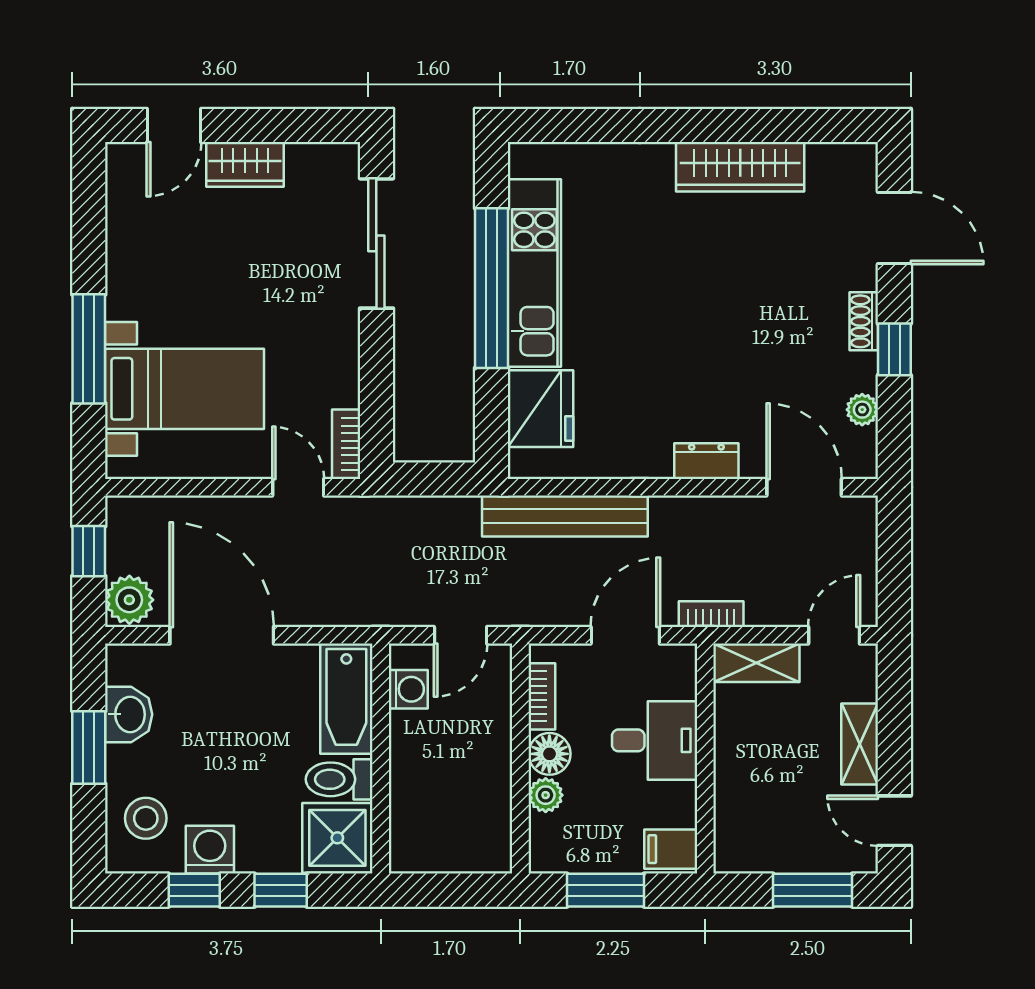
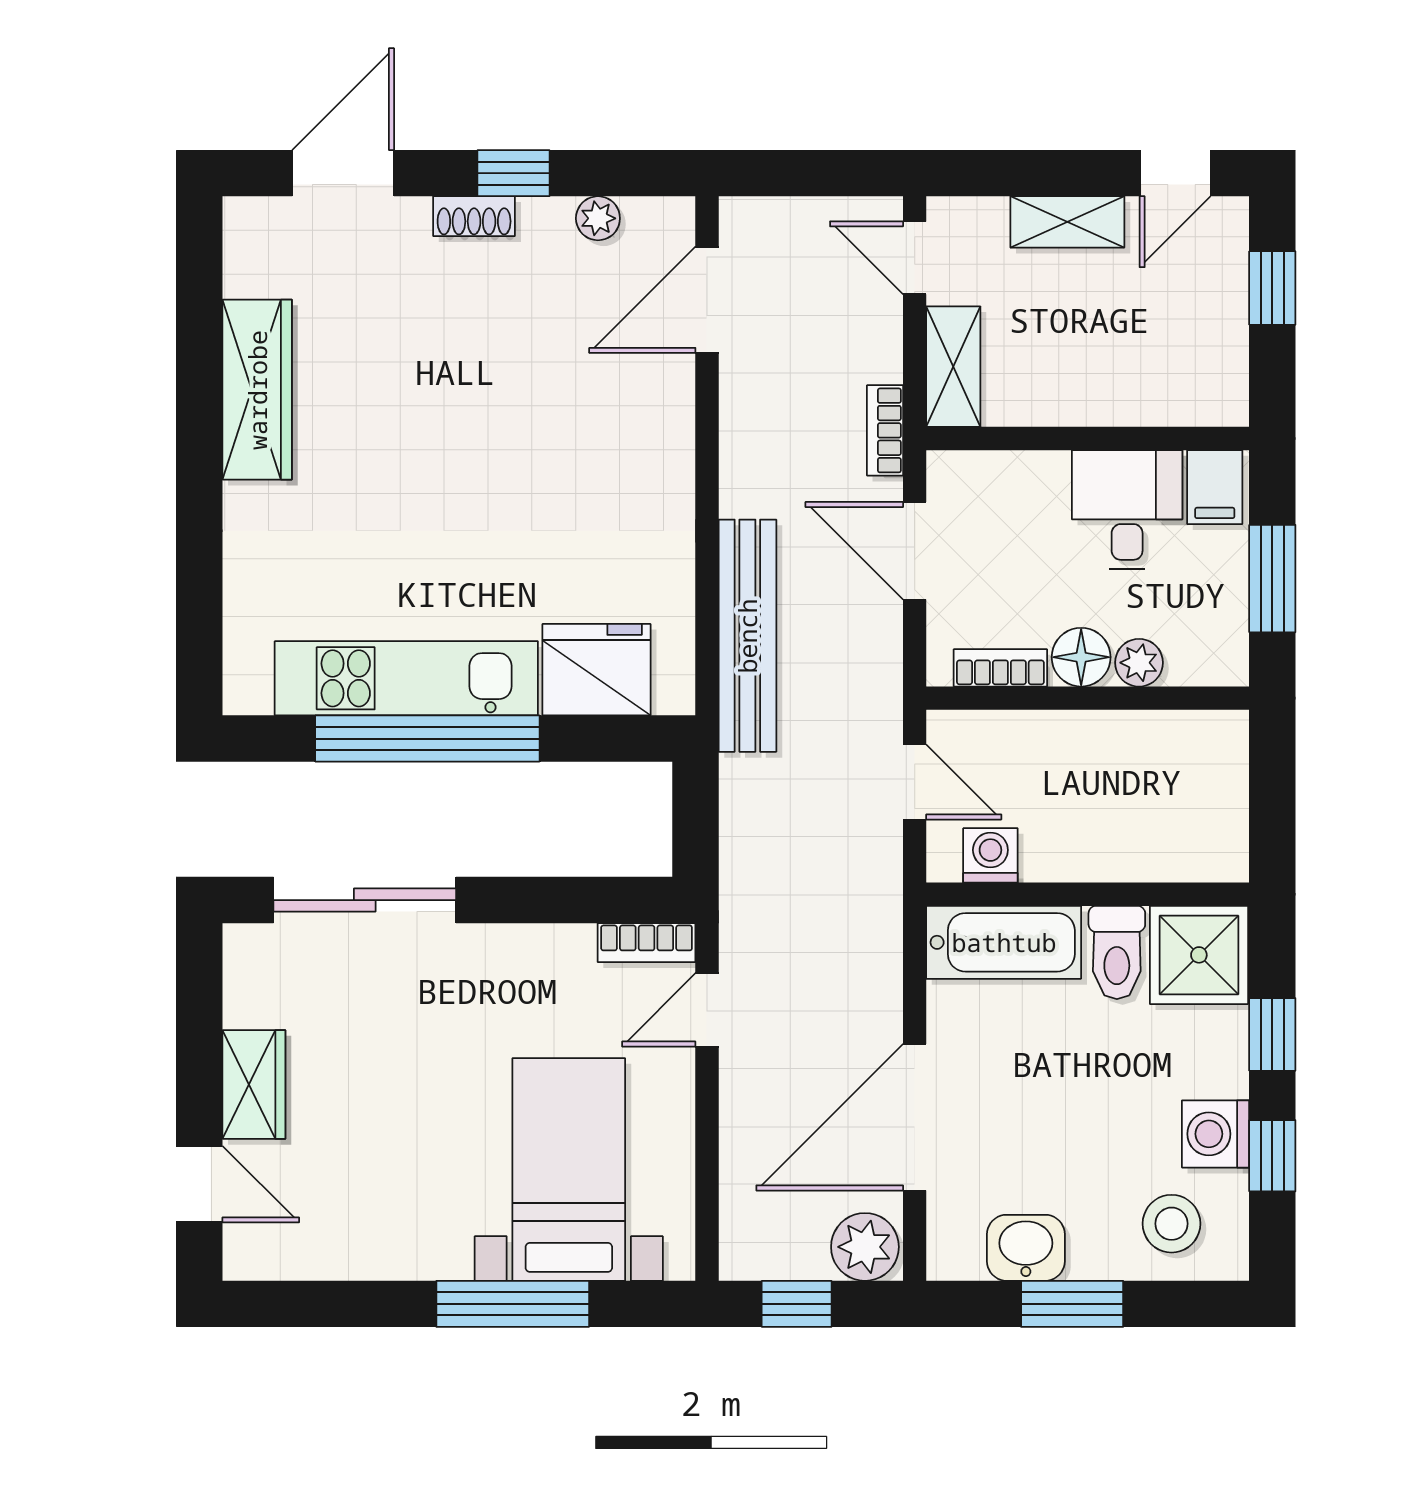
dresser: (706, 461) -> (670, 437), removed
desk: (655, 740) -> (1127, 510), moved
window: (813, 890) -> (1272, 288), width x0.67

